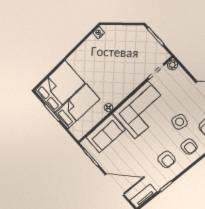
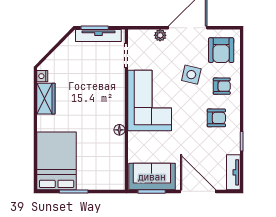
tv unit: (153, 43) -> (98, 35), added
wardrobe: (88, 48) -> (46, 99), added
plant: (173, 65) -> (160, 35), moved
bed: (77, 107) -> (91, 160), removed
sofa: (105, 133) -> (152, 177), moved, turned -90
door: (114, 185) -> (198, 191), hinge flipped

